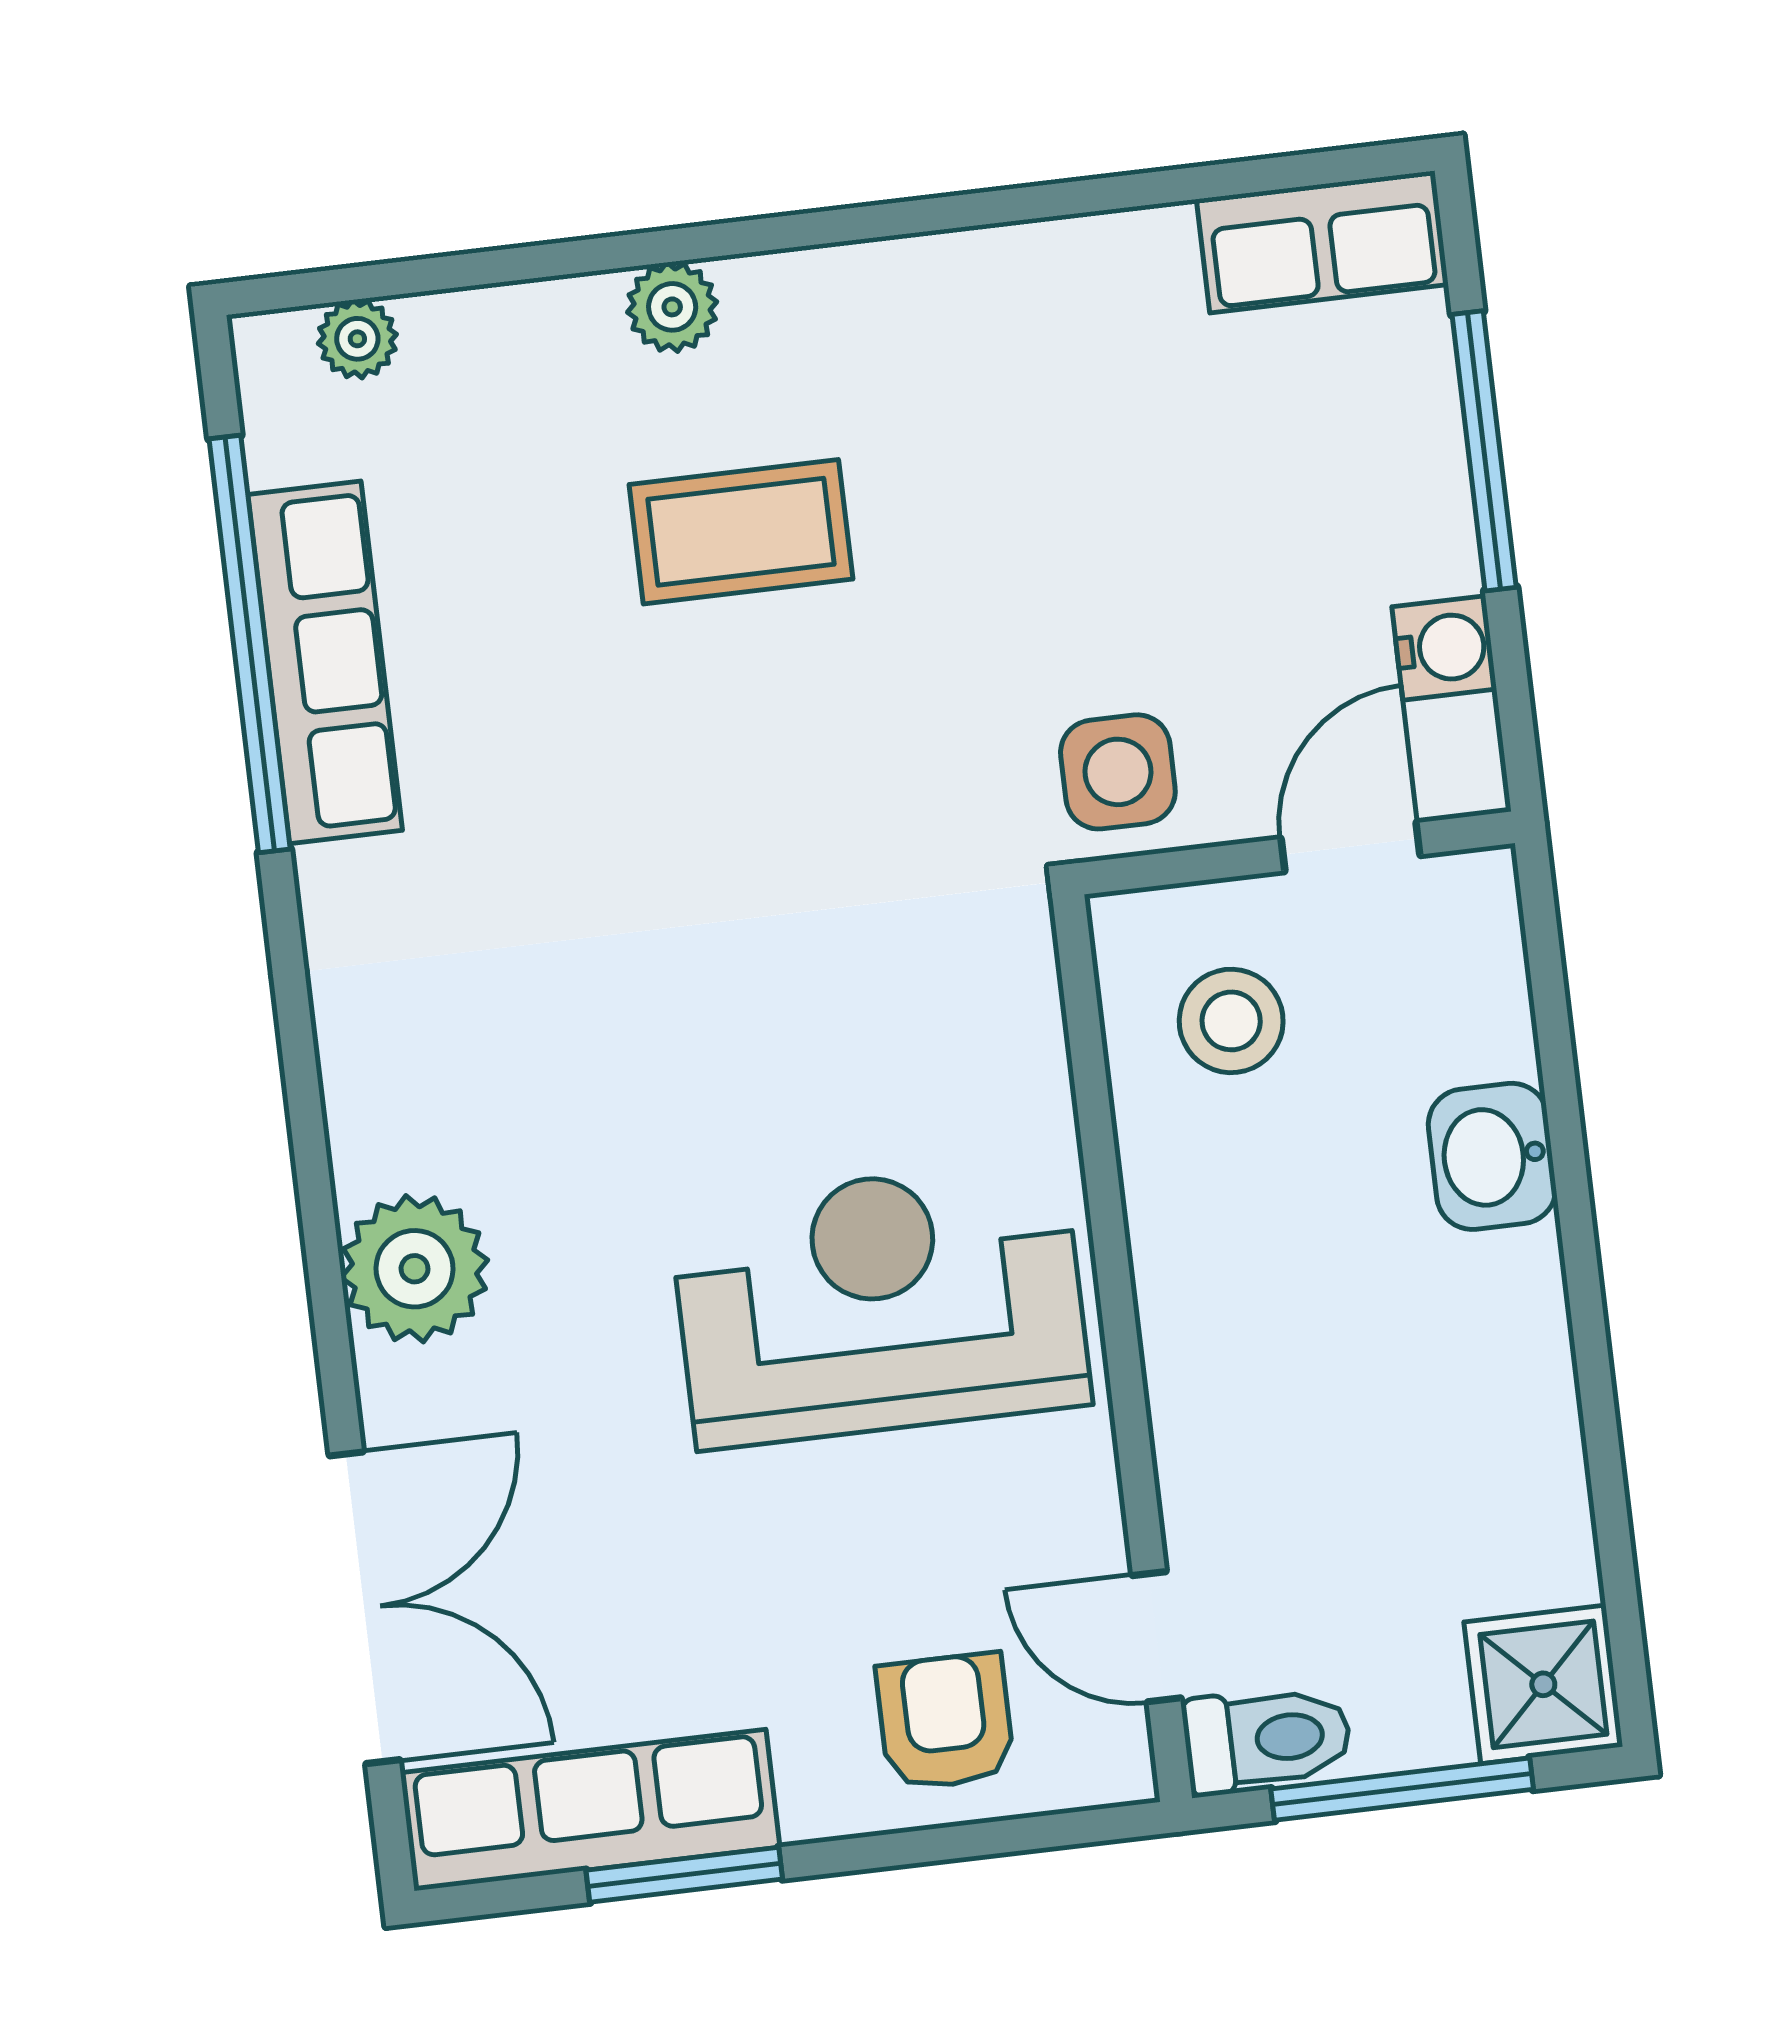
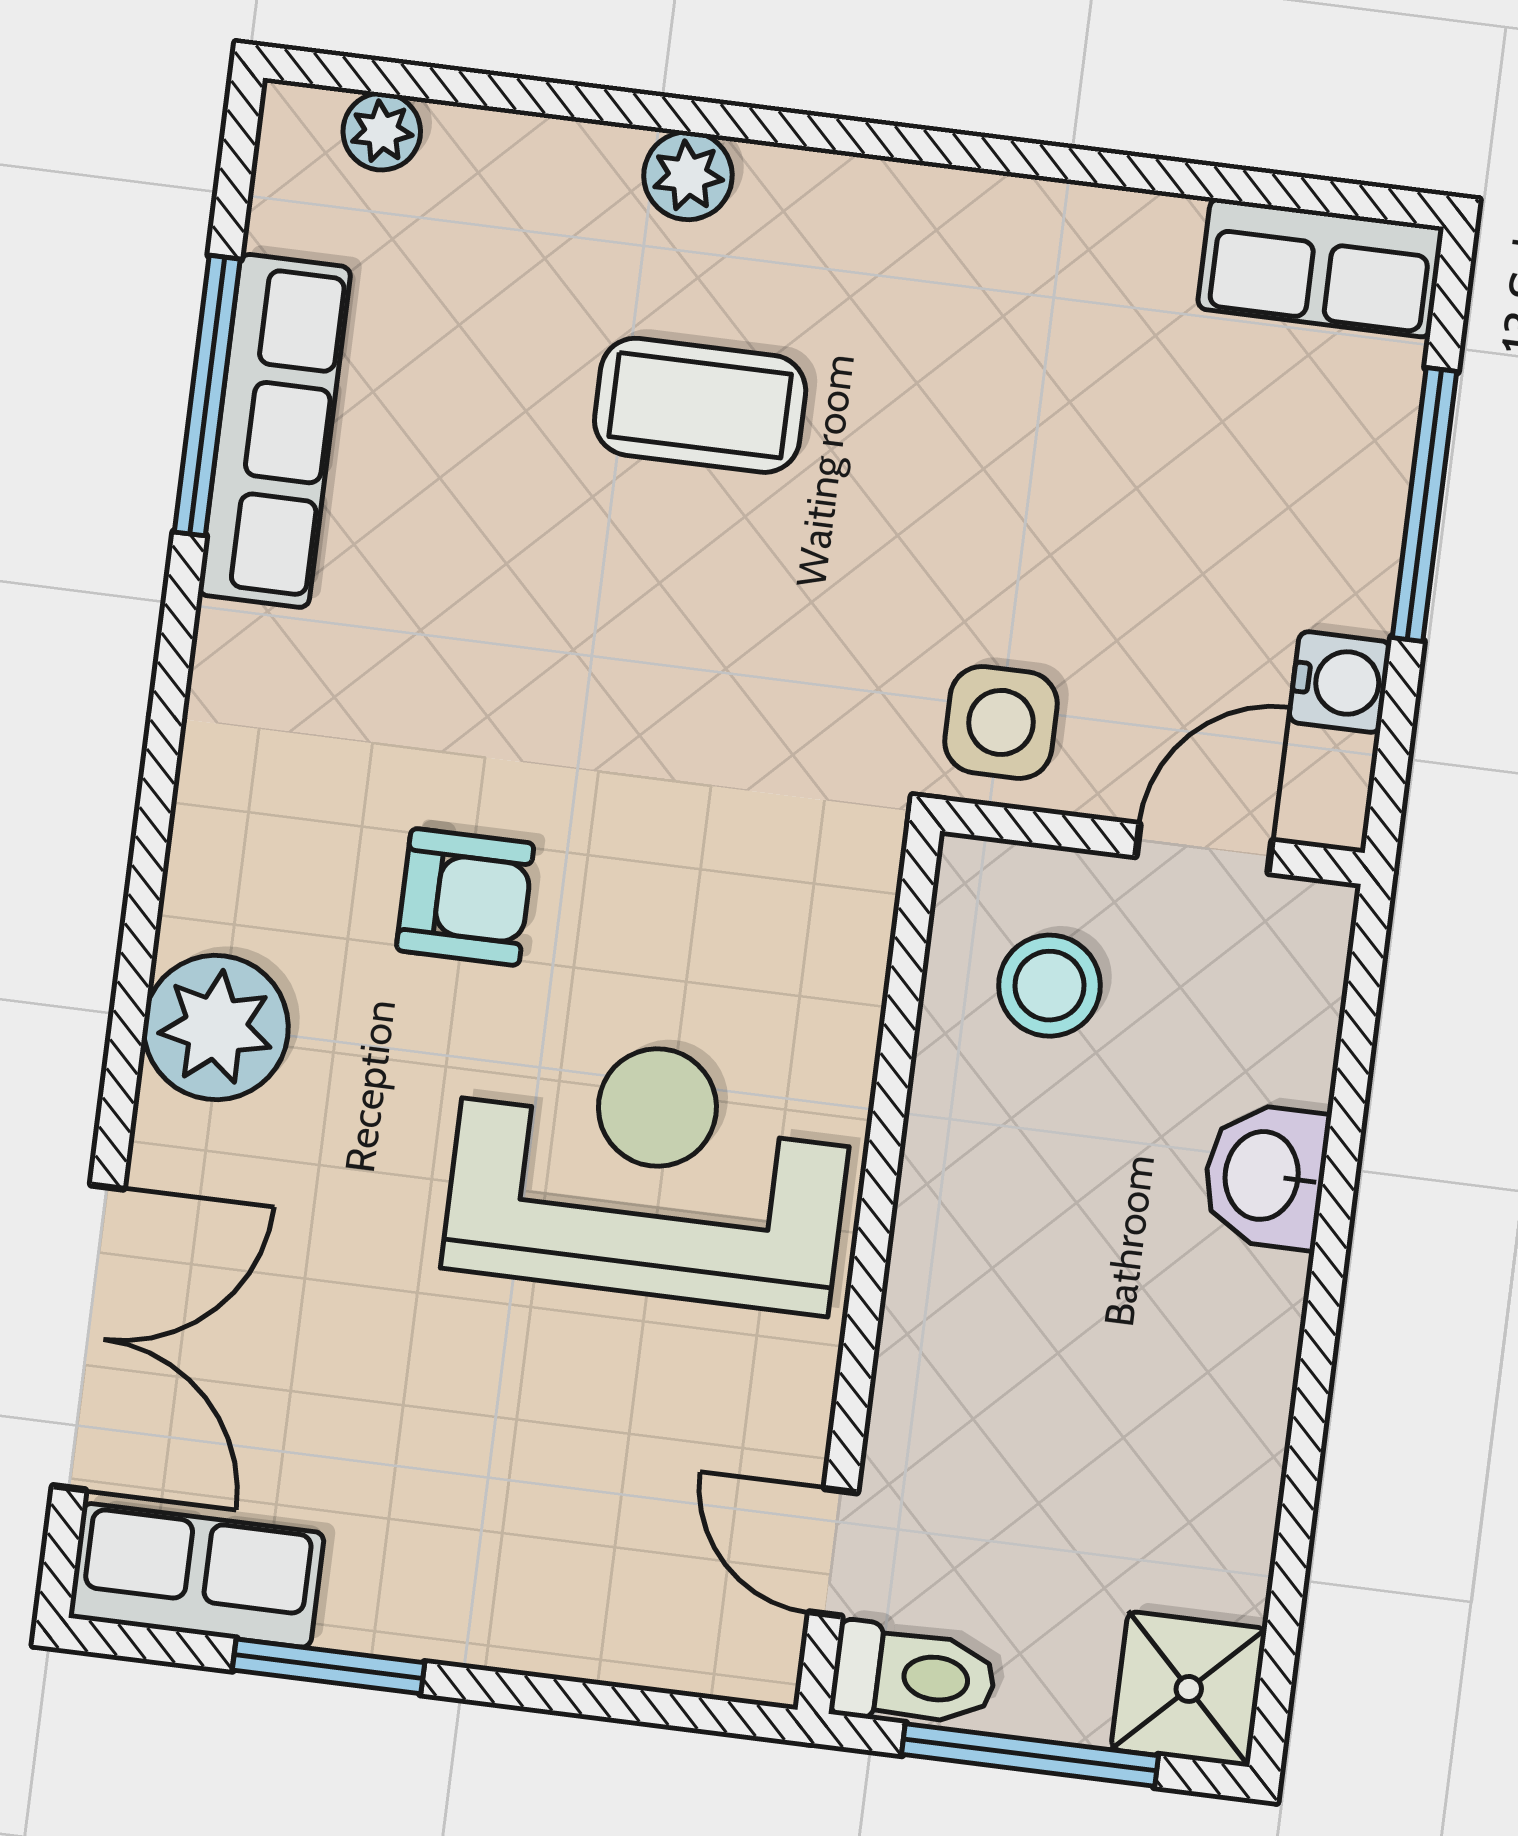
window: (250, 644) -> (207, 396), width x0.68
armchair: (945, 1721) -> (465, 897), moved, turned 90
row of seats: (590, 1810) -> (197, 1575), width x0.68

